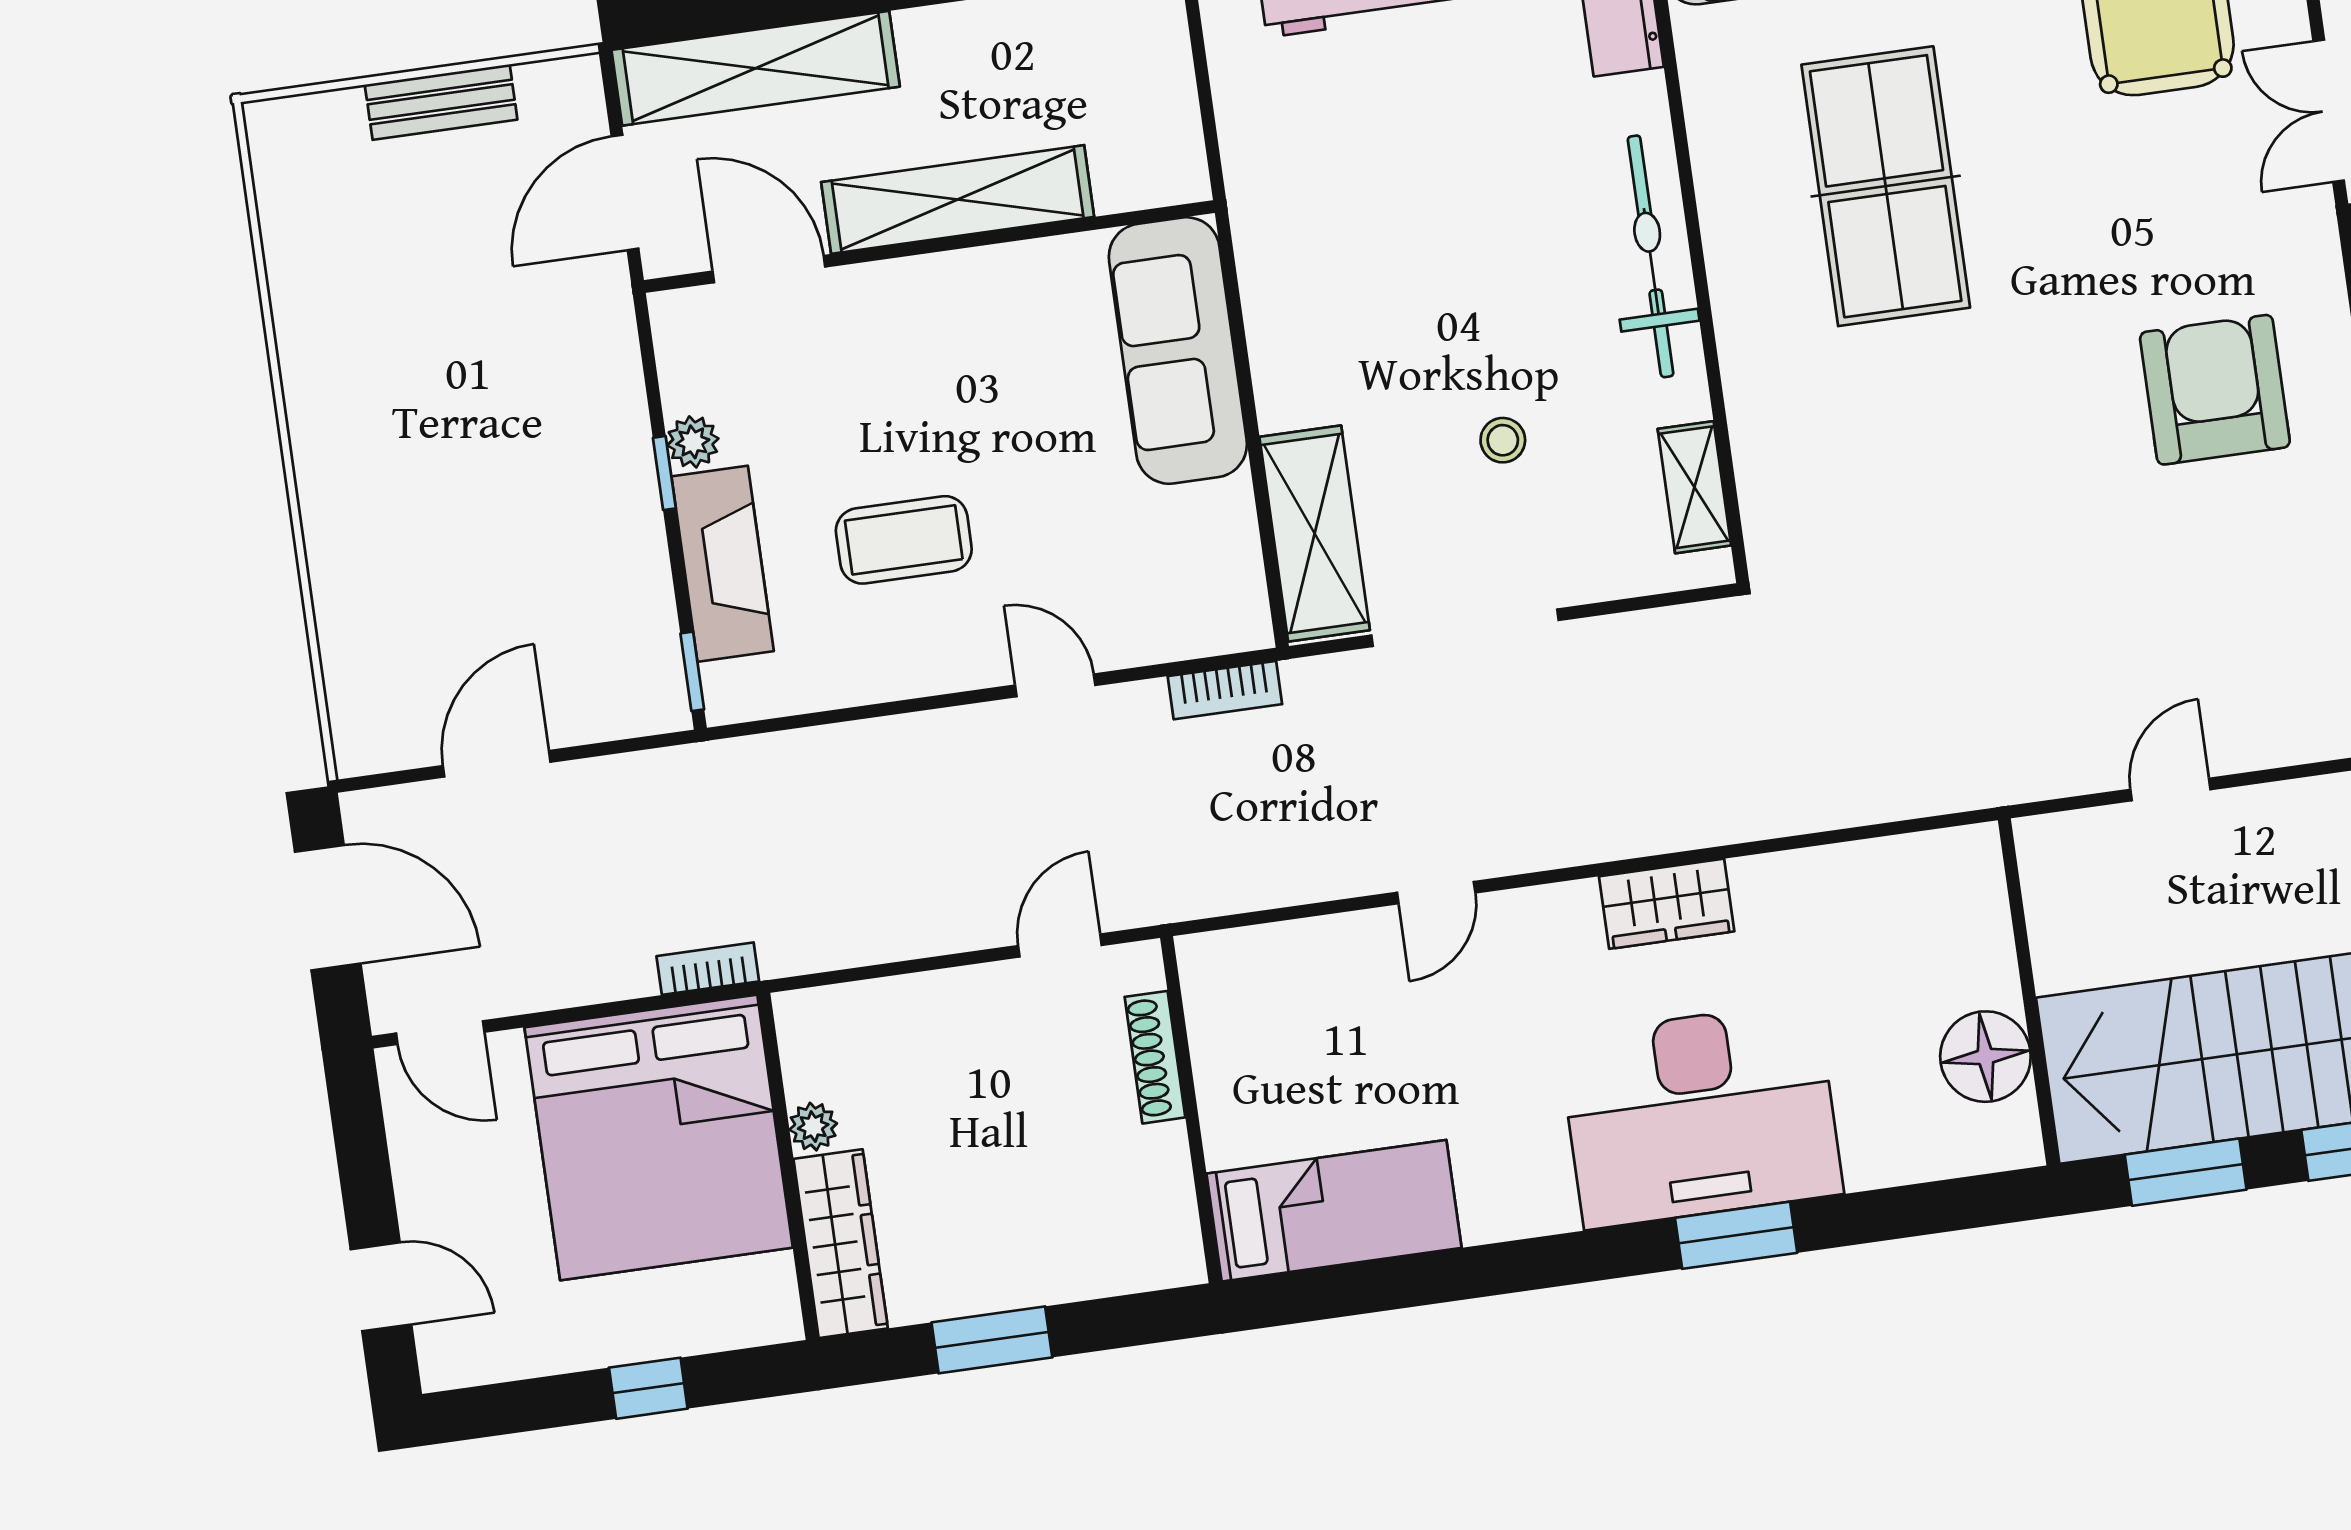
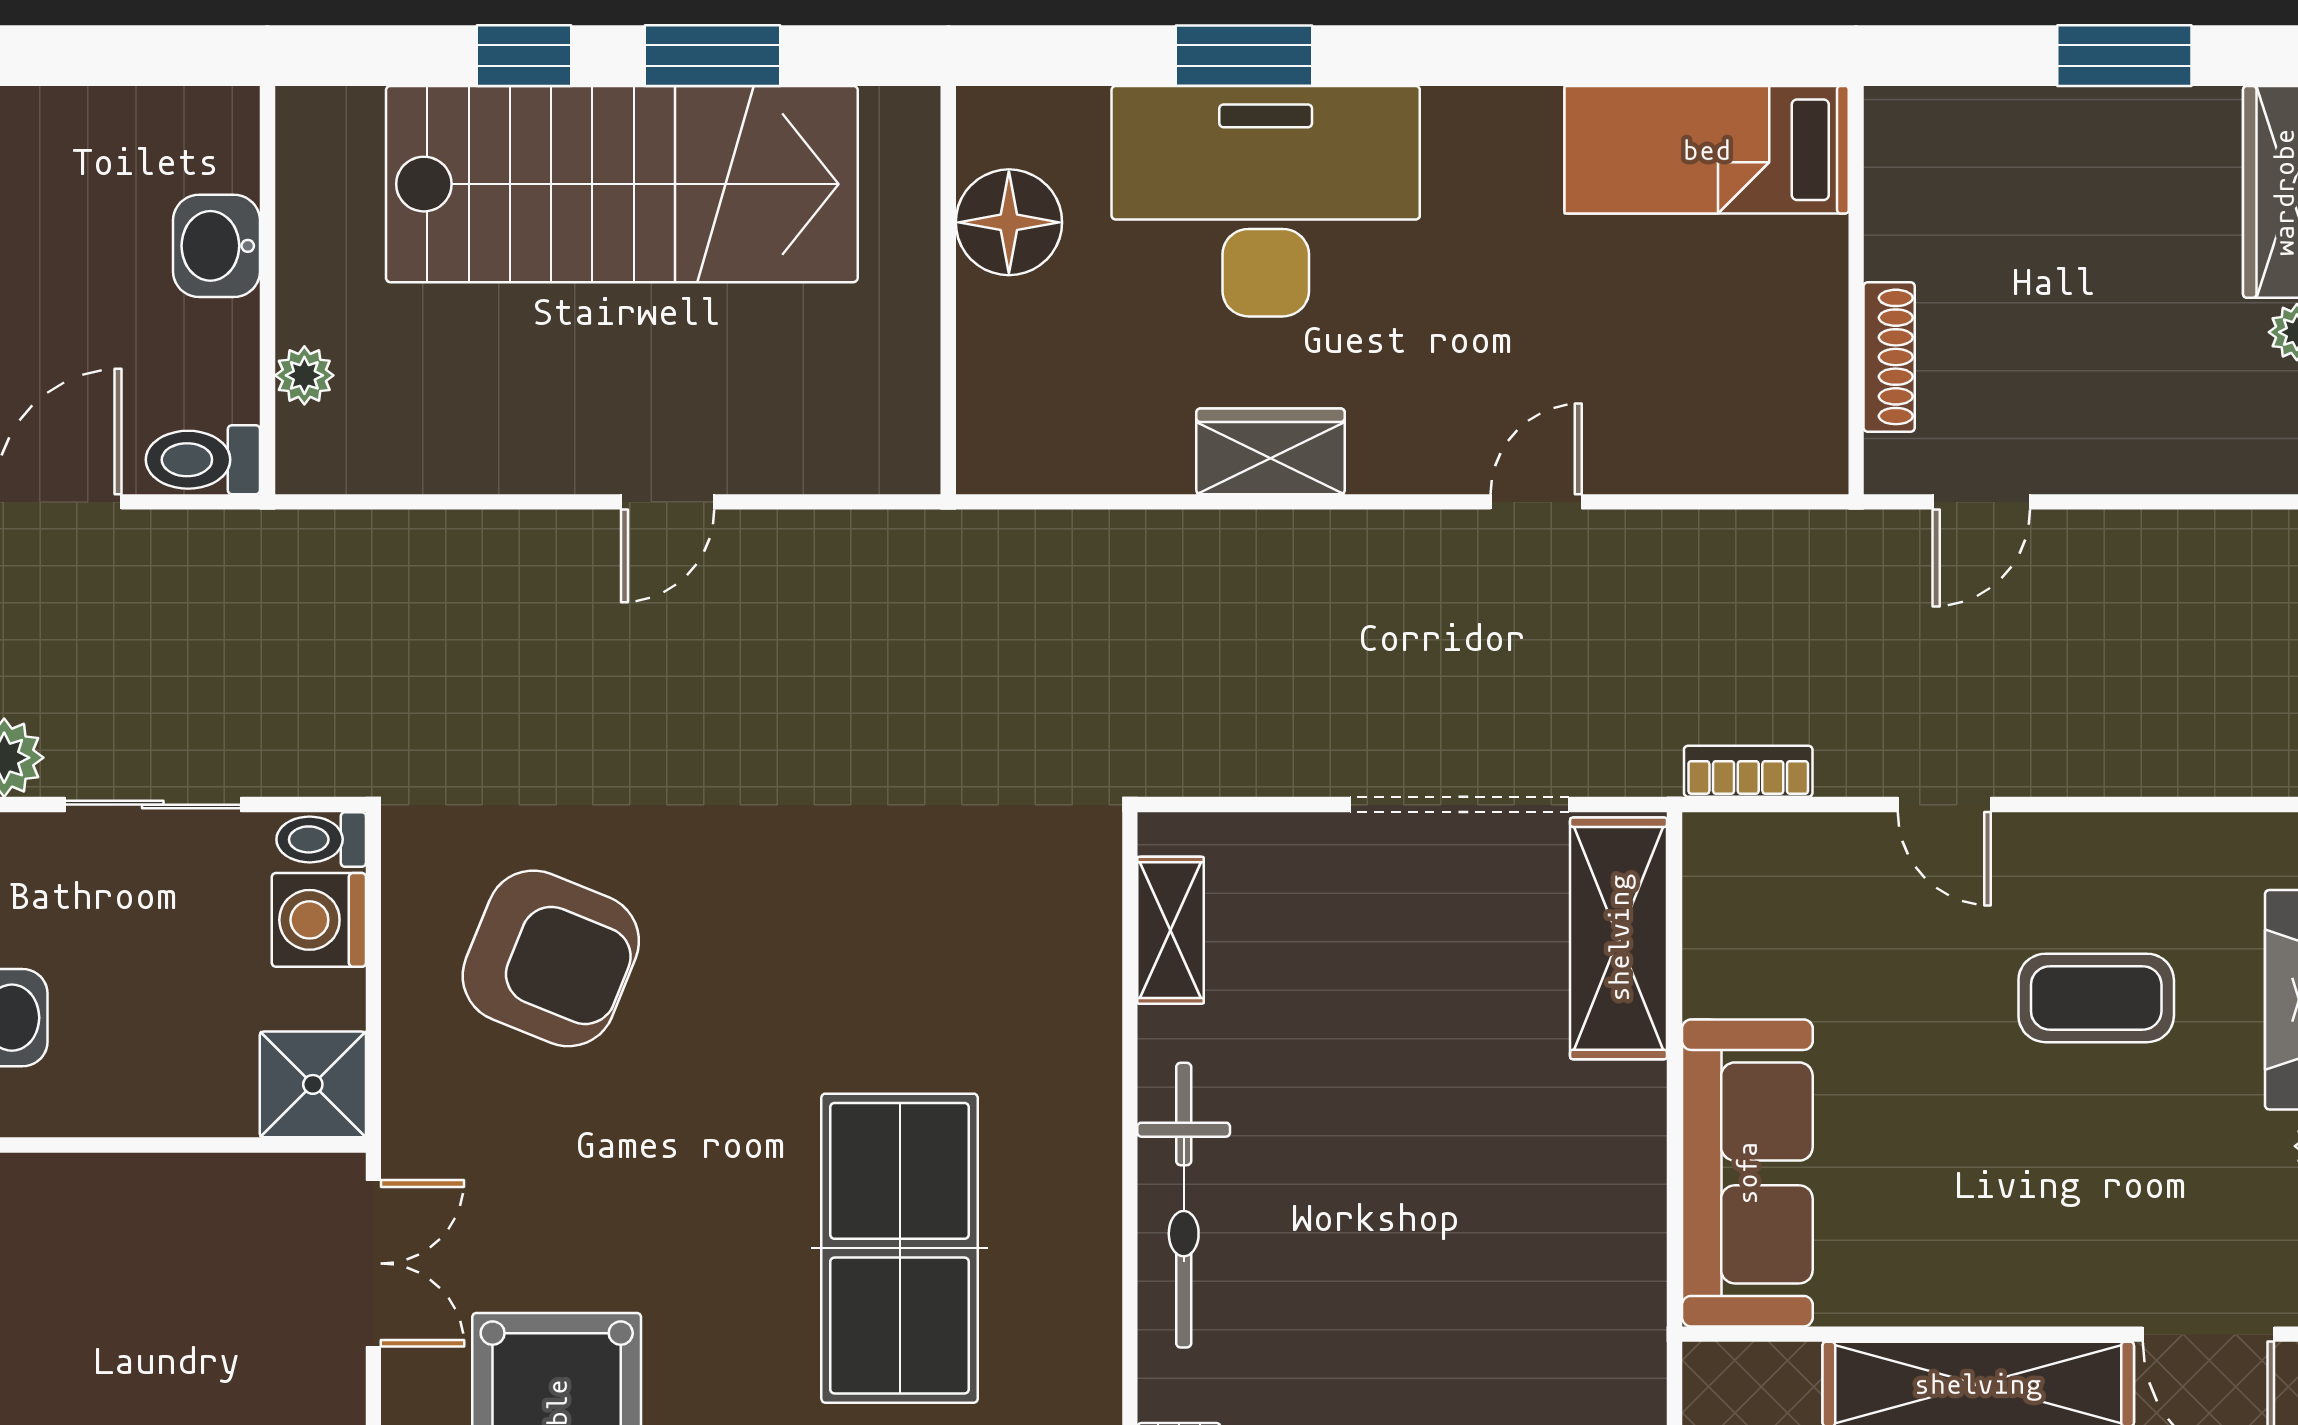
armchair: (2215, 390) -> (551, 958), turned -68
stool: (1503, 440) -> (1385, 1016), removed
wall: (2029, 992) -> (948, 290), moved
floor lamp: (1985, 1057) -> (1009, 222), moved

